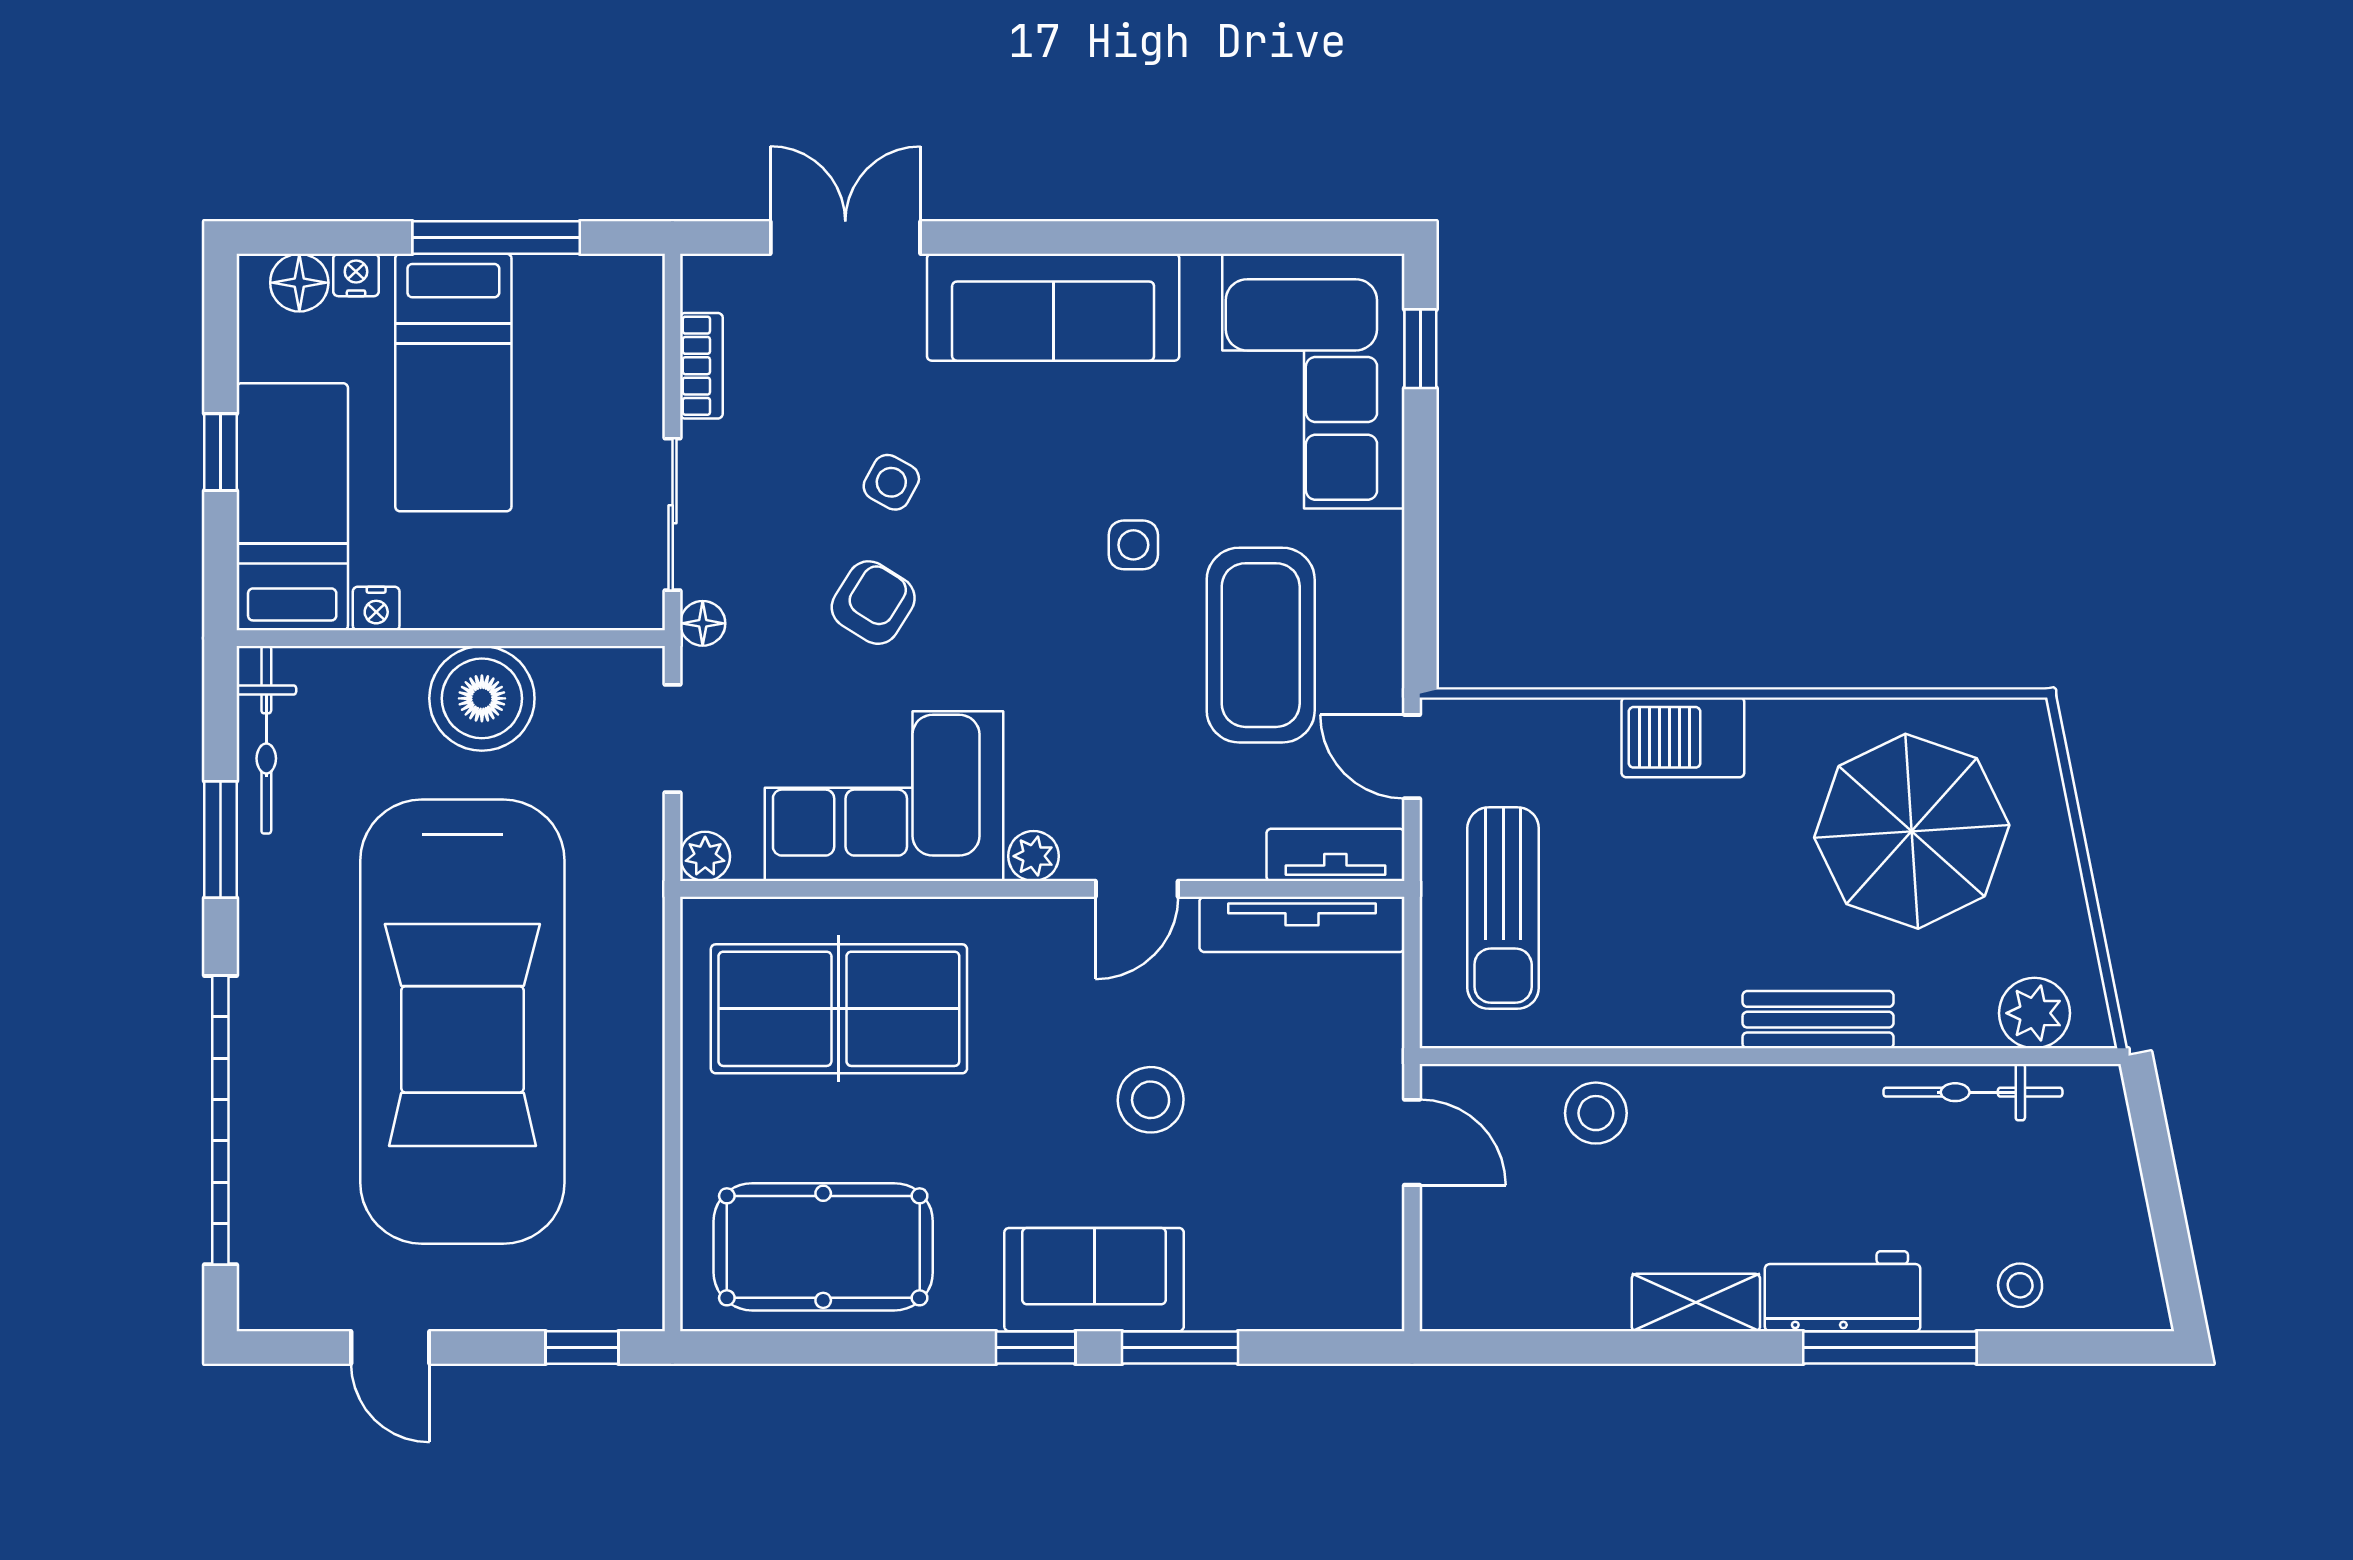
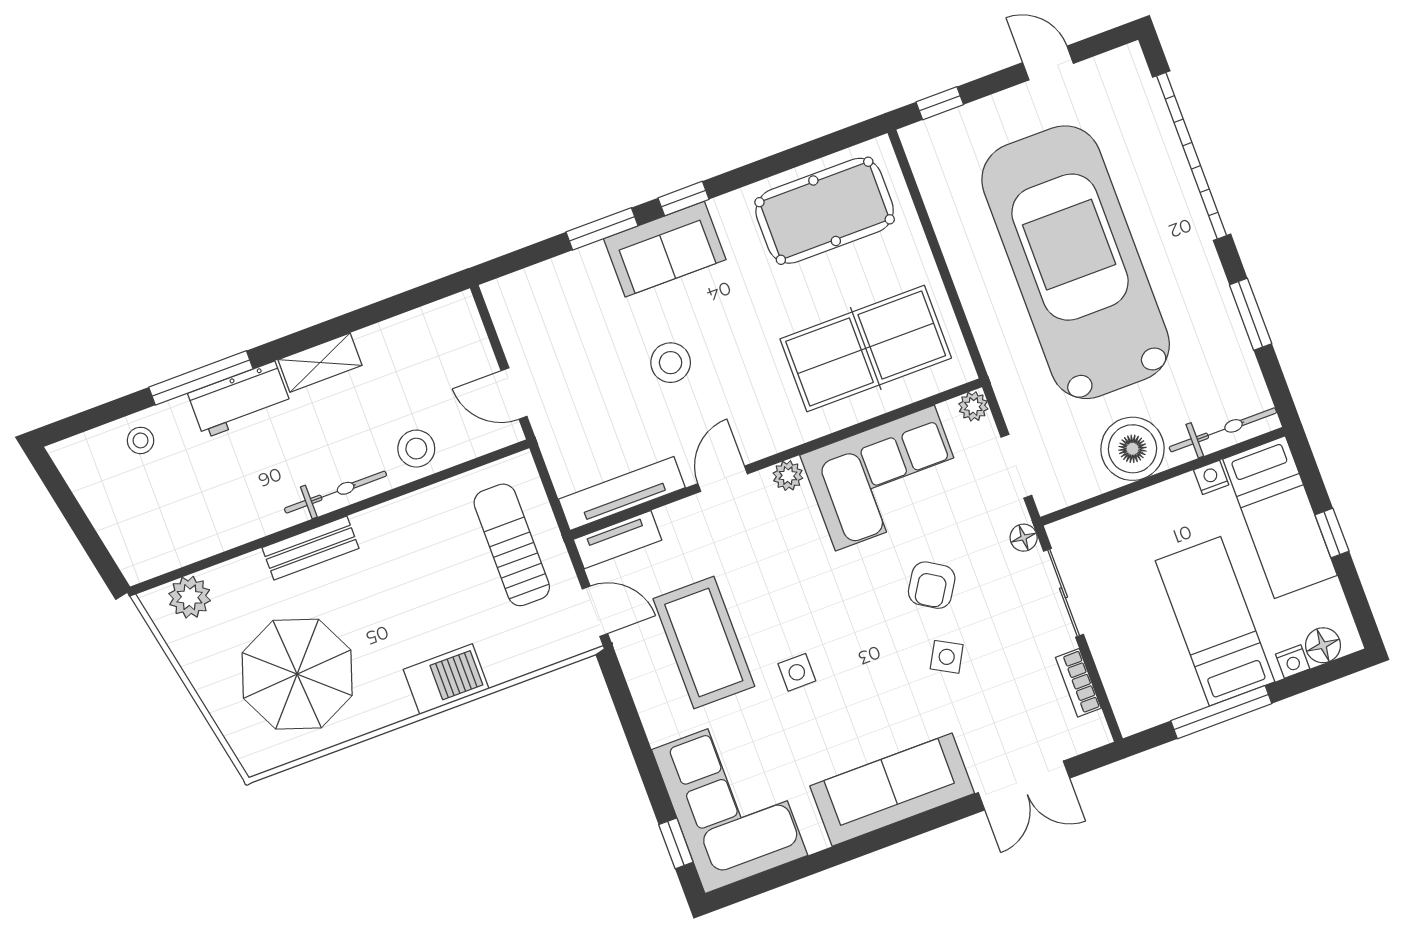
bicycle: (266, 740) -> (1223, 430), moved, turned 90
bicycle: (1973, 1092) -> (336, 492), moved

